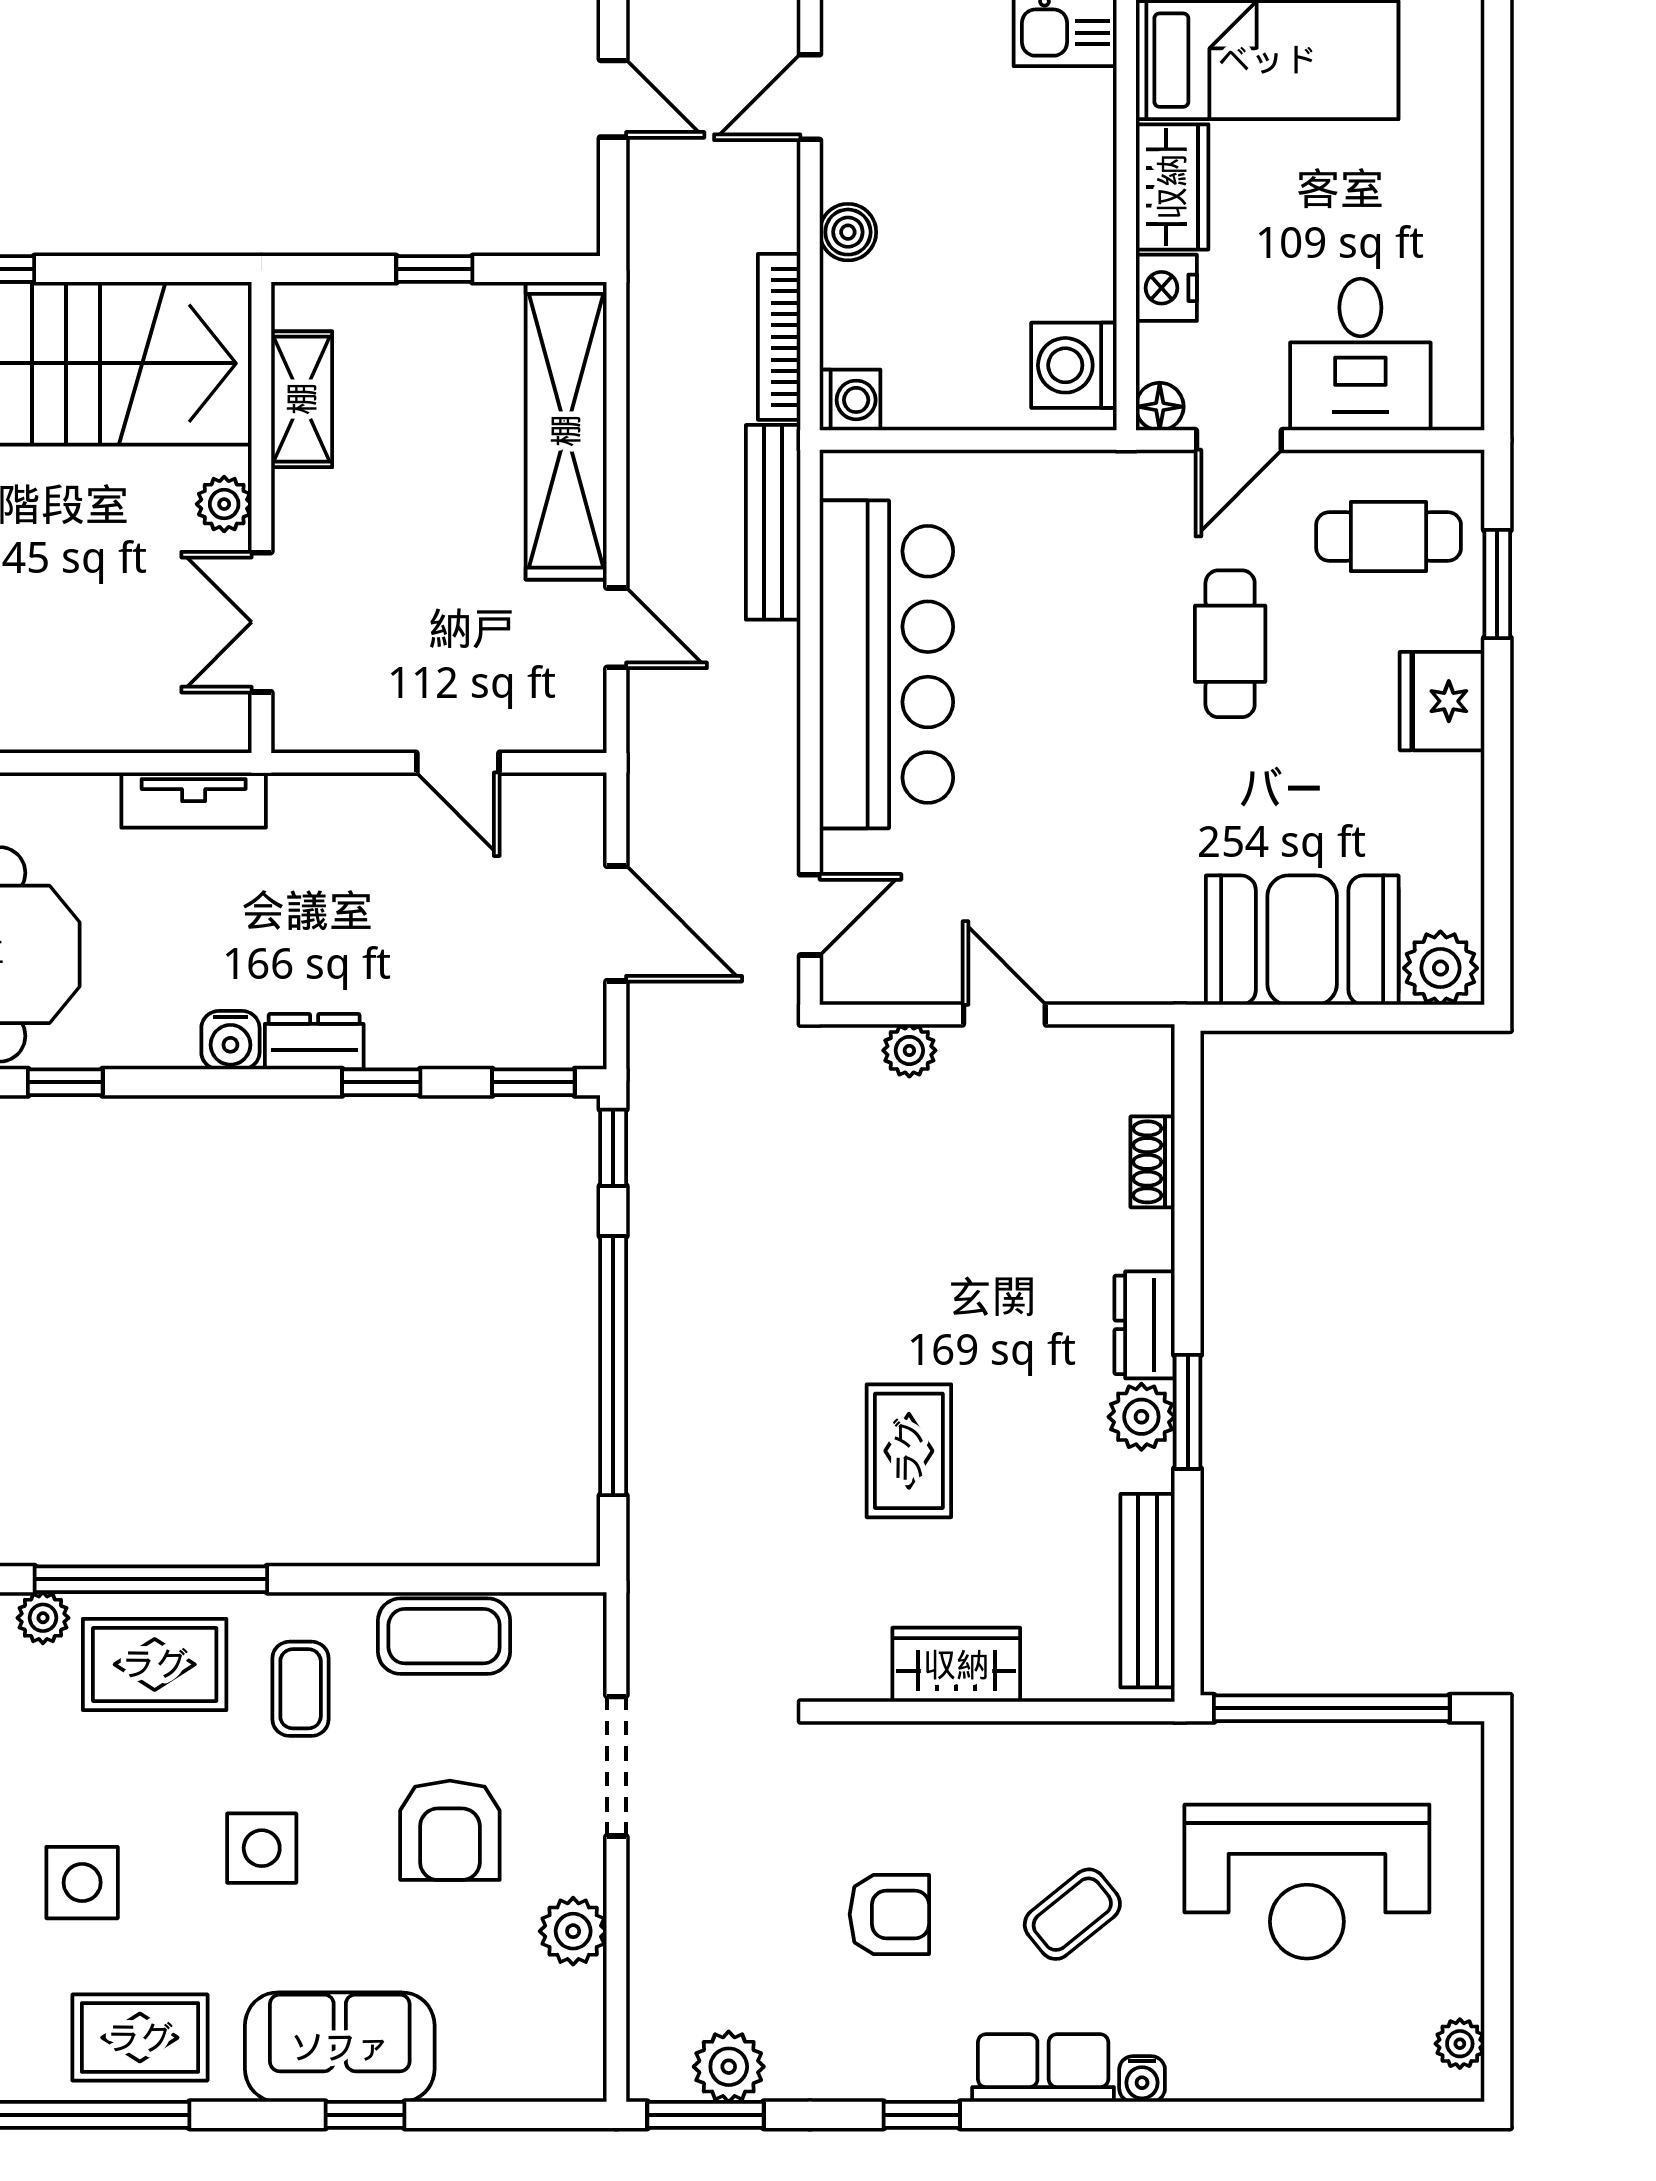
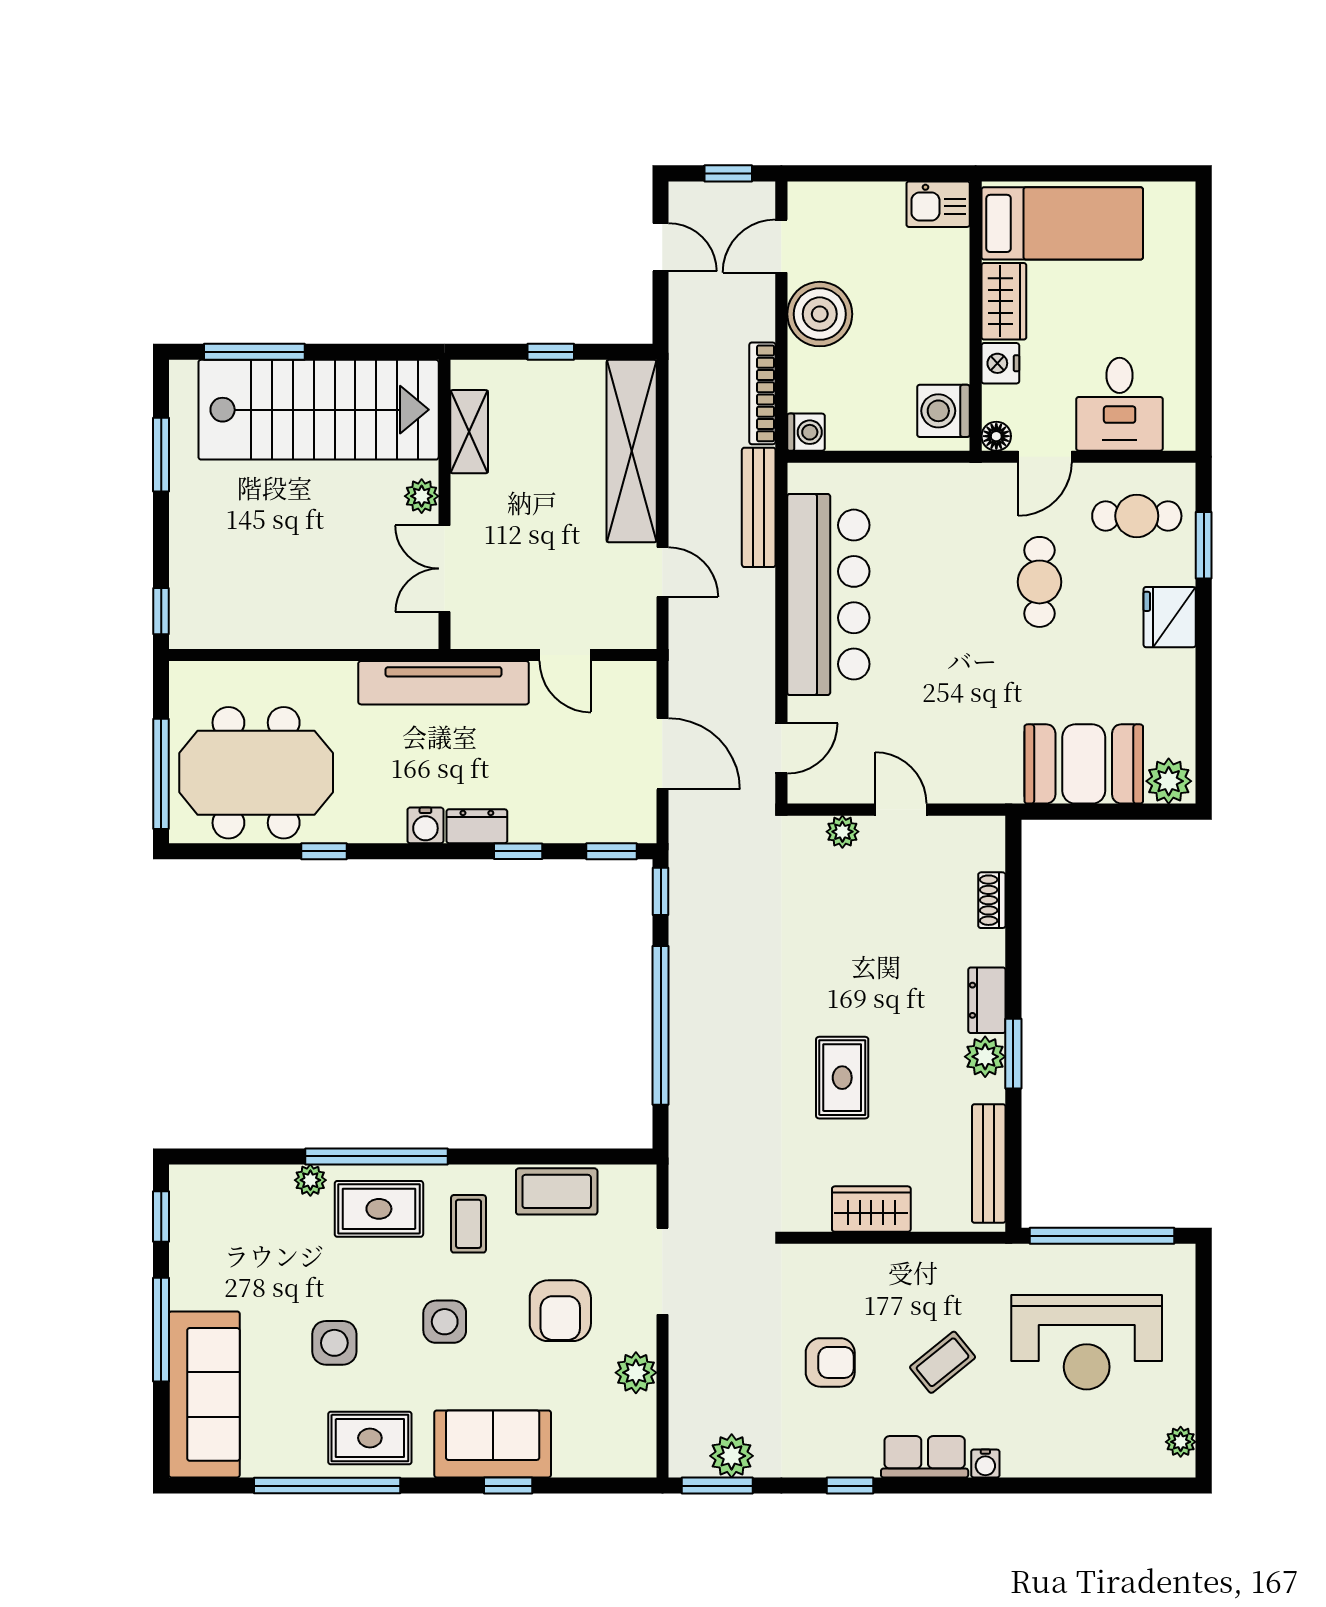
boiler: (848, 232) -> (820, 314), width x1.86, depth x1.86
tv unit: (194, 800) -> (444, 683), width x1.92, depth x1.29

